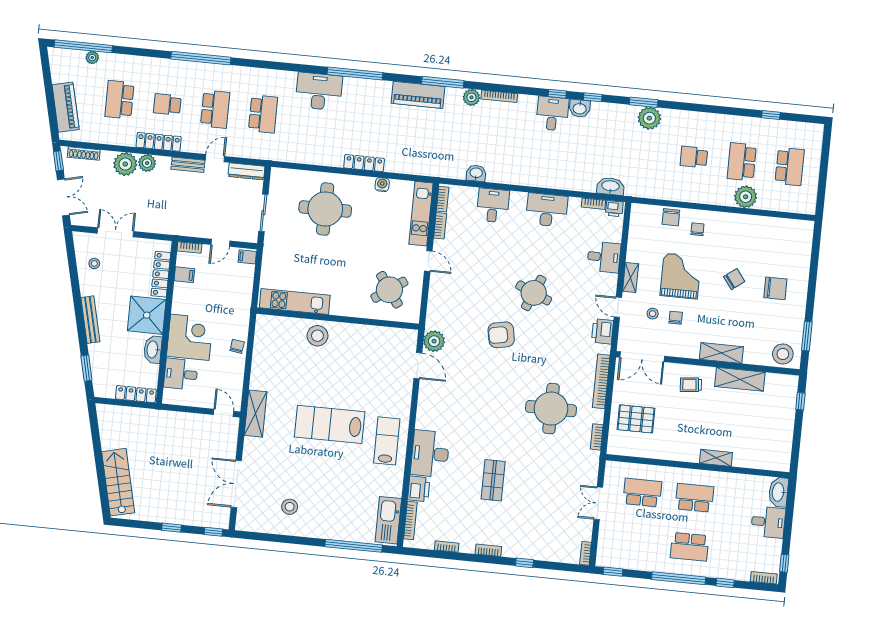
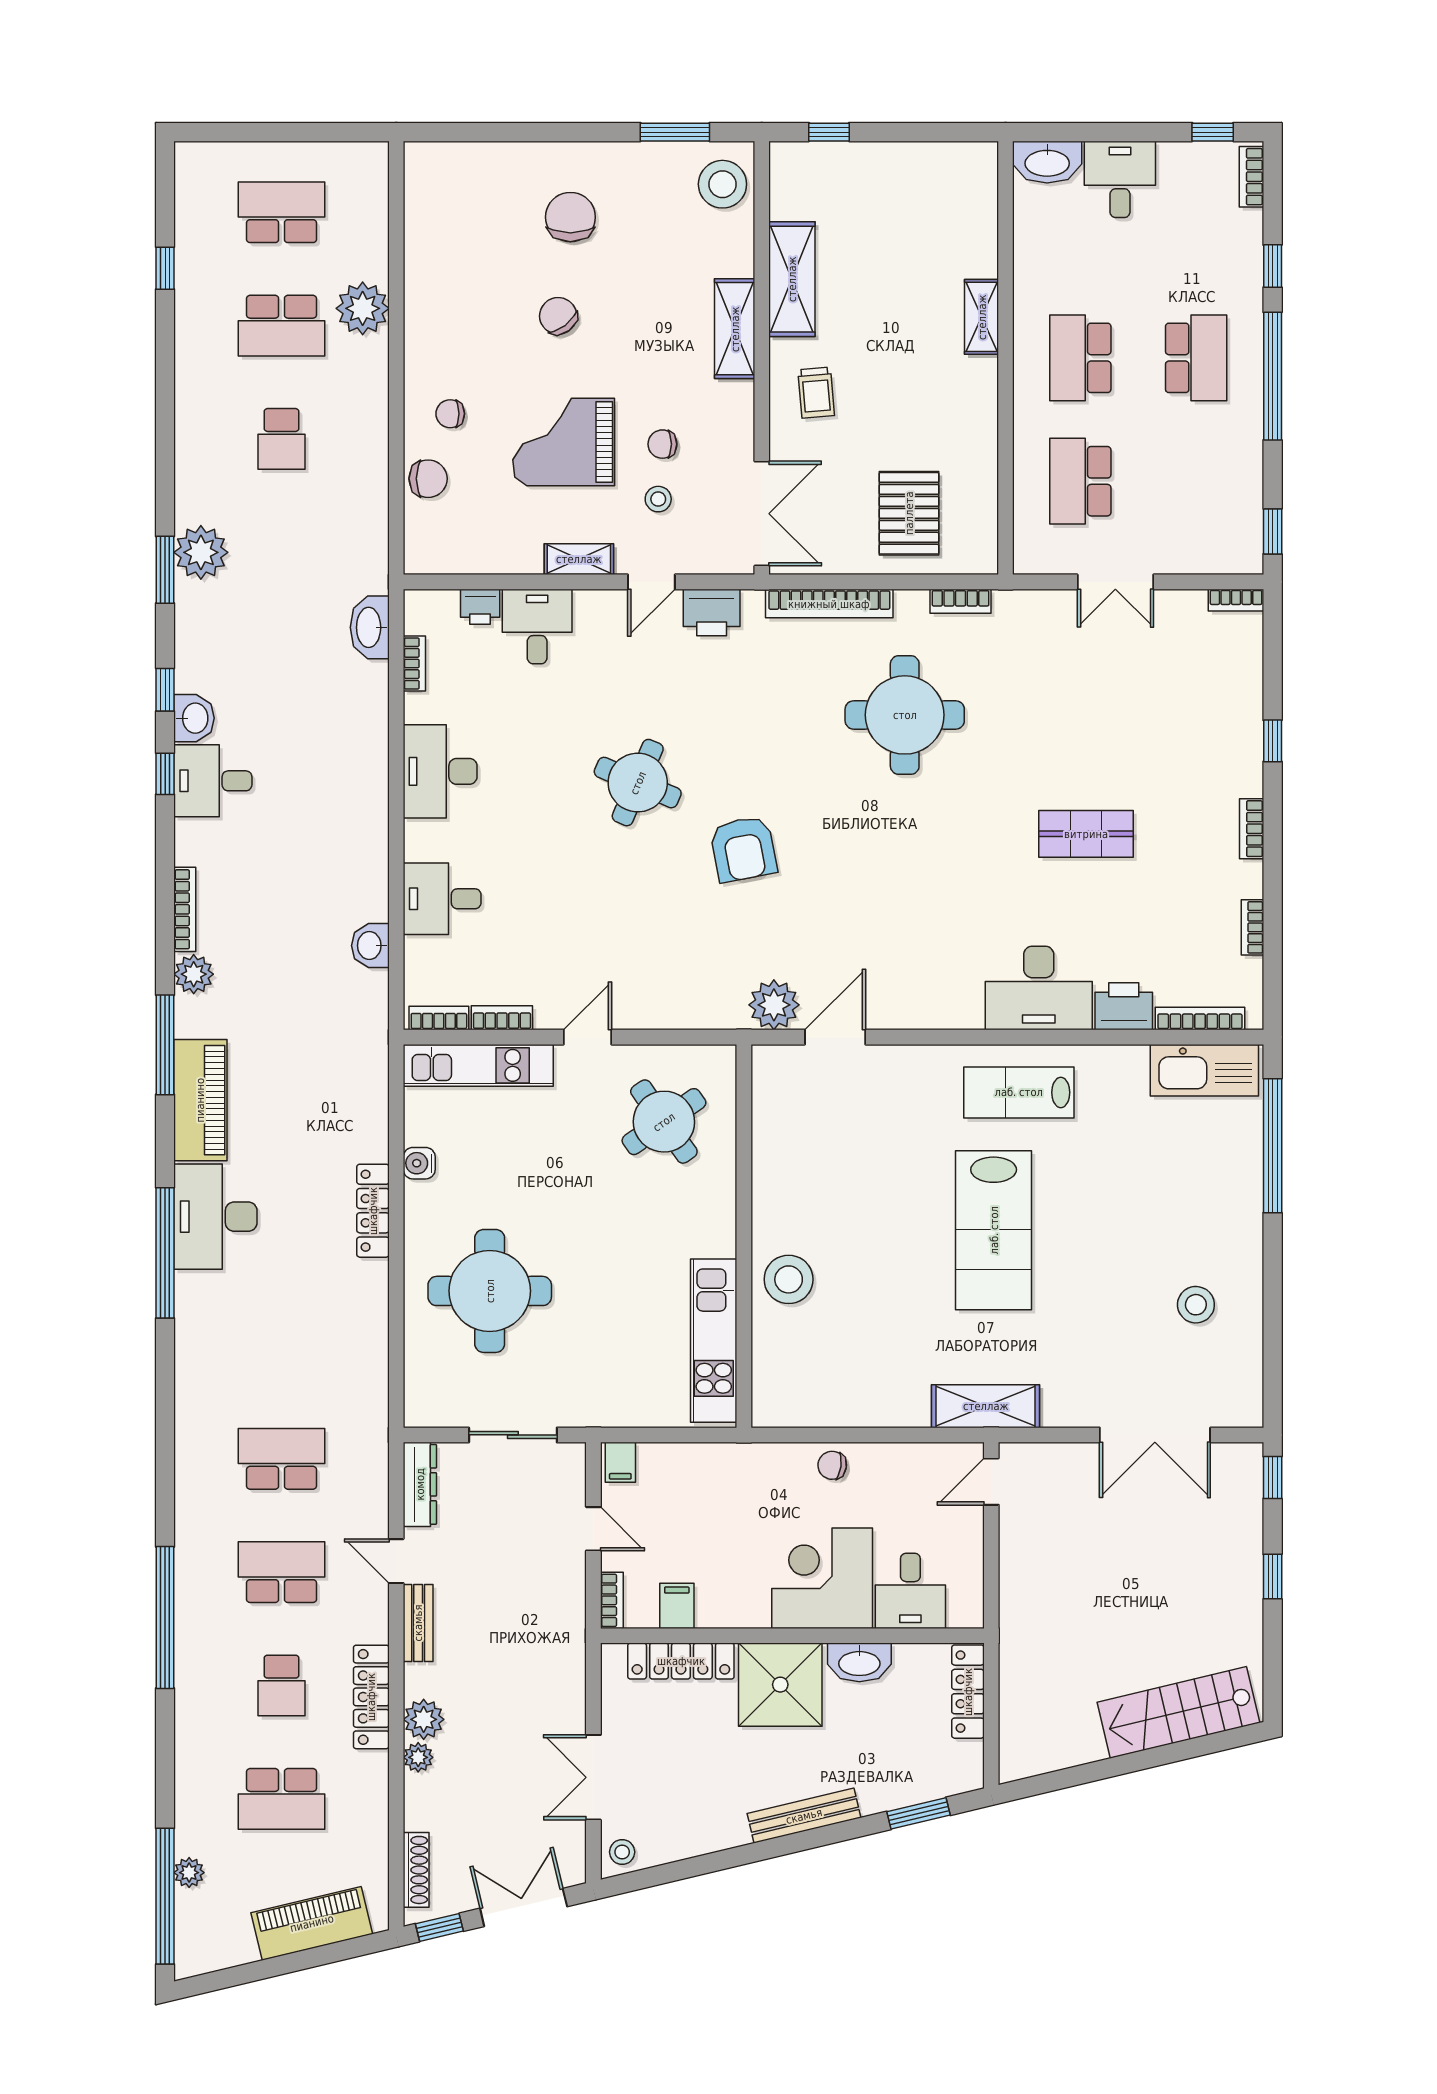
desk: (319, 91) -> (215, 1217), moved
plant: (125, 164) -> (418, 1757), width x0.53, depth x0.53
printer: (614, 209) -> (480, 607), moved, turned 90
stool: (94, 263) -> (622, 1852), moved

